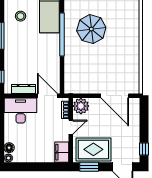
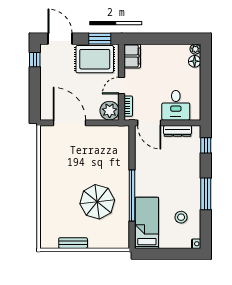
desk: (21, 111) -> (176, 105), width x0.73

